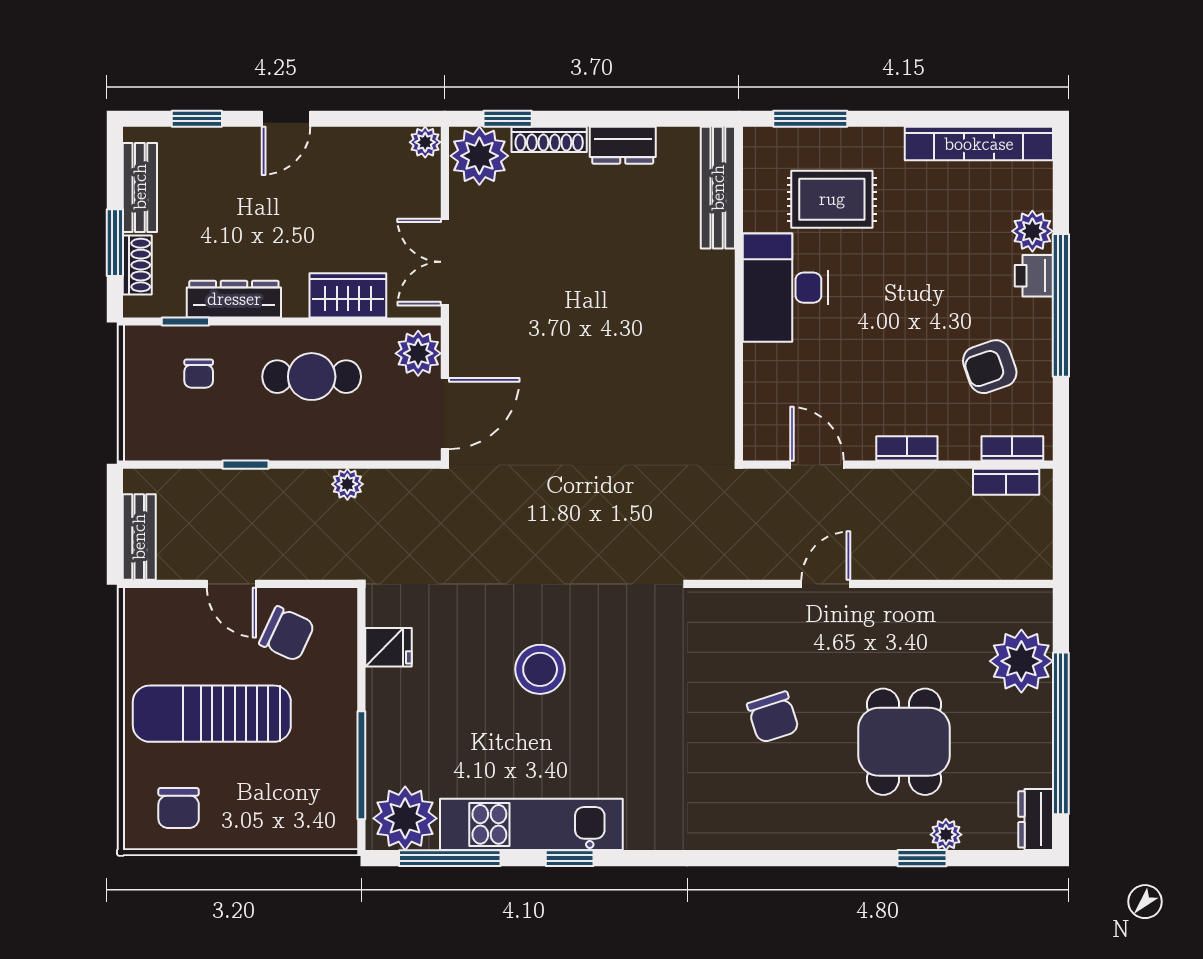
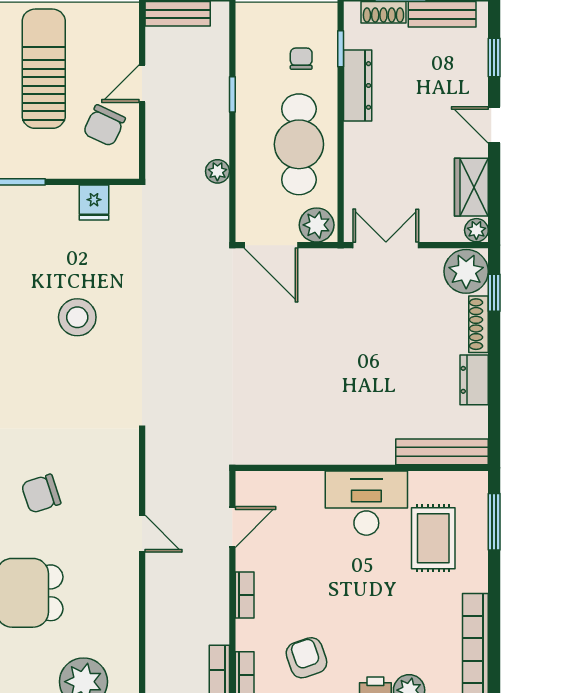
wardrobe: (348, 295) -> (471, 187), moved, turned 180
chair: (199, 374) -> (301, 59), turned 90
cafe table: (312, 377) -> (299, 144), width x1.37, depth x1.35

